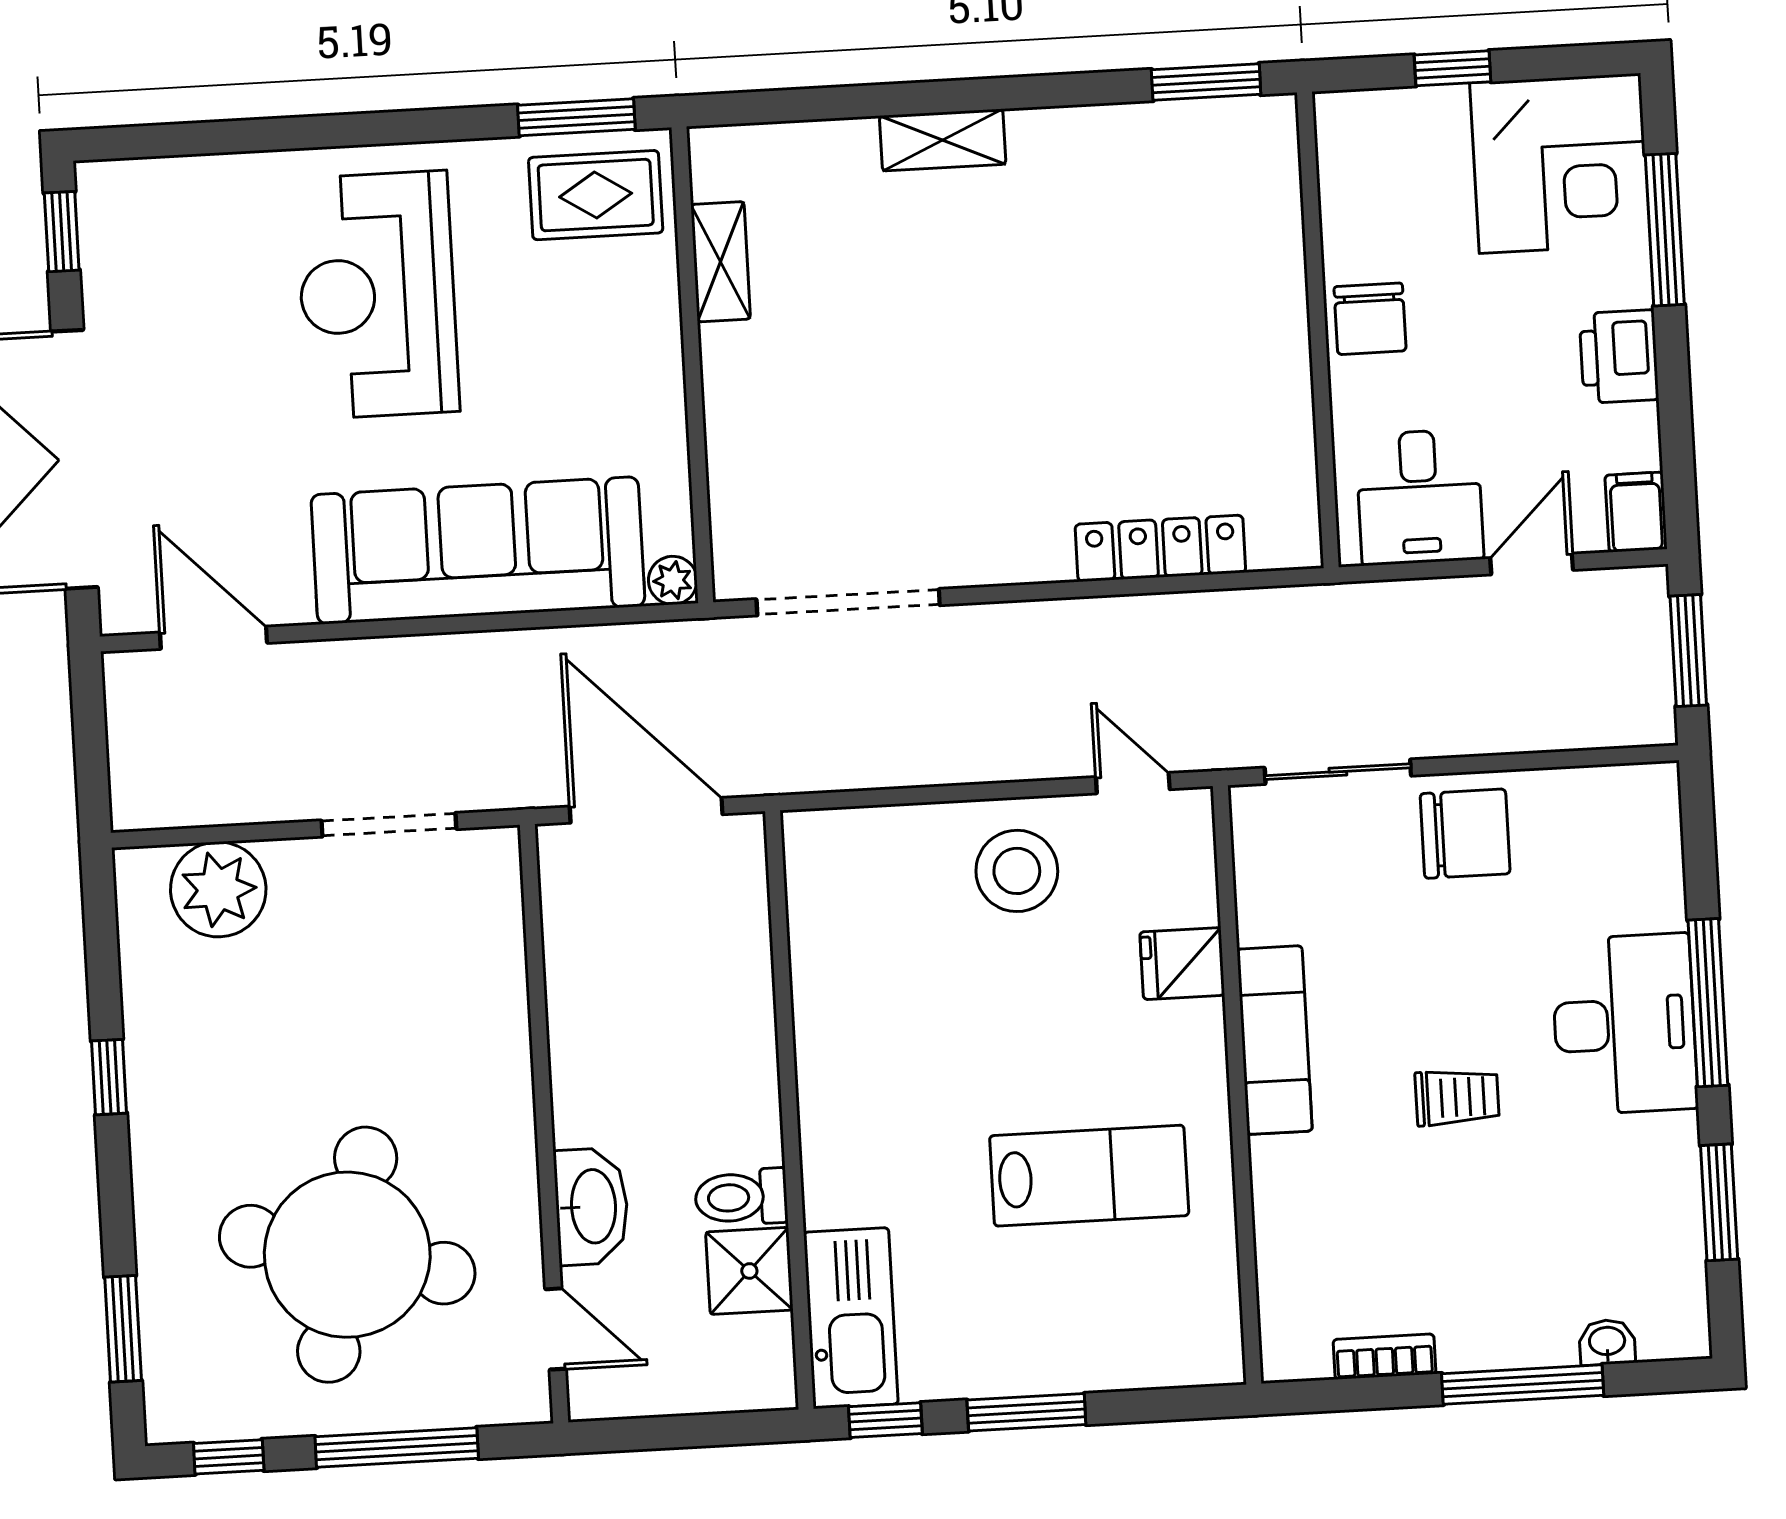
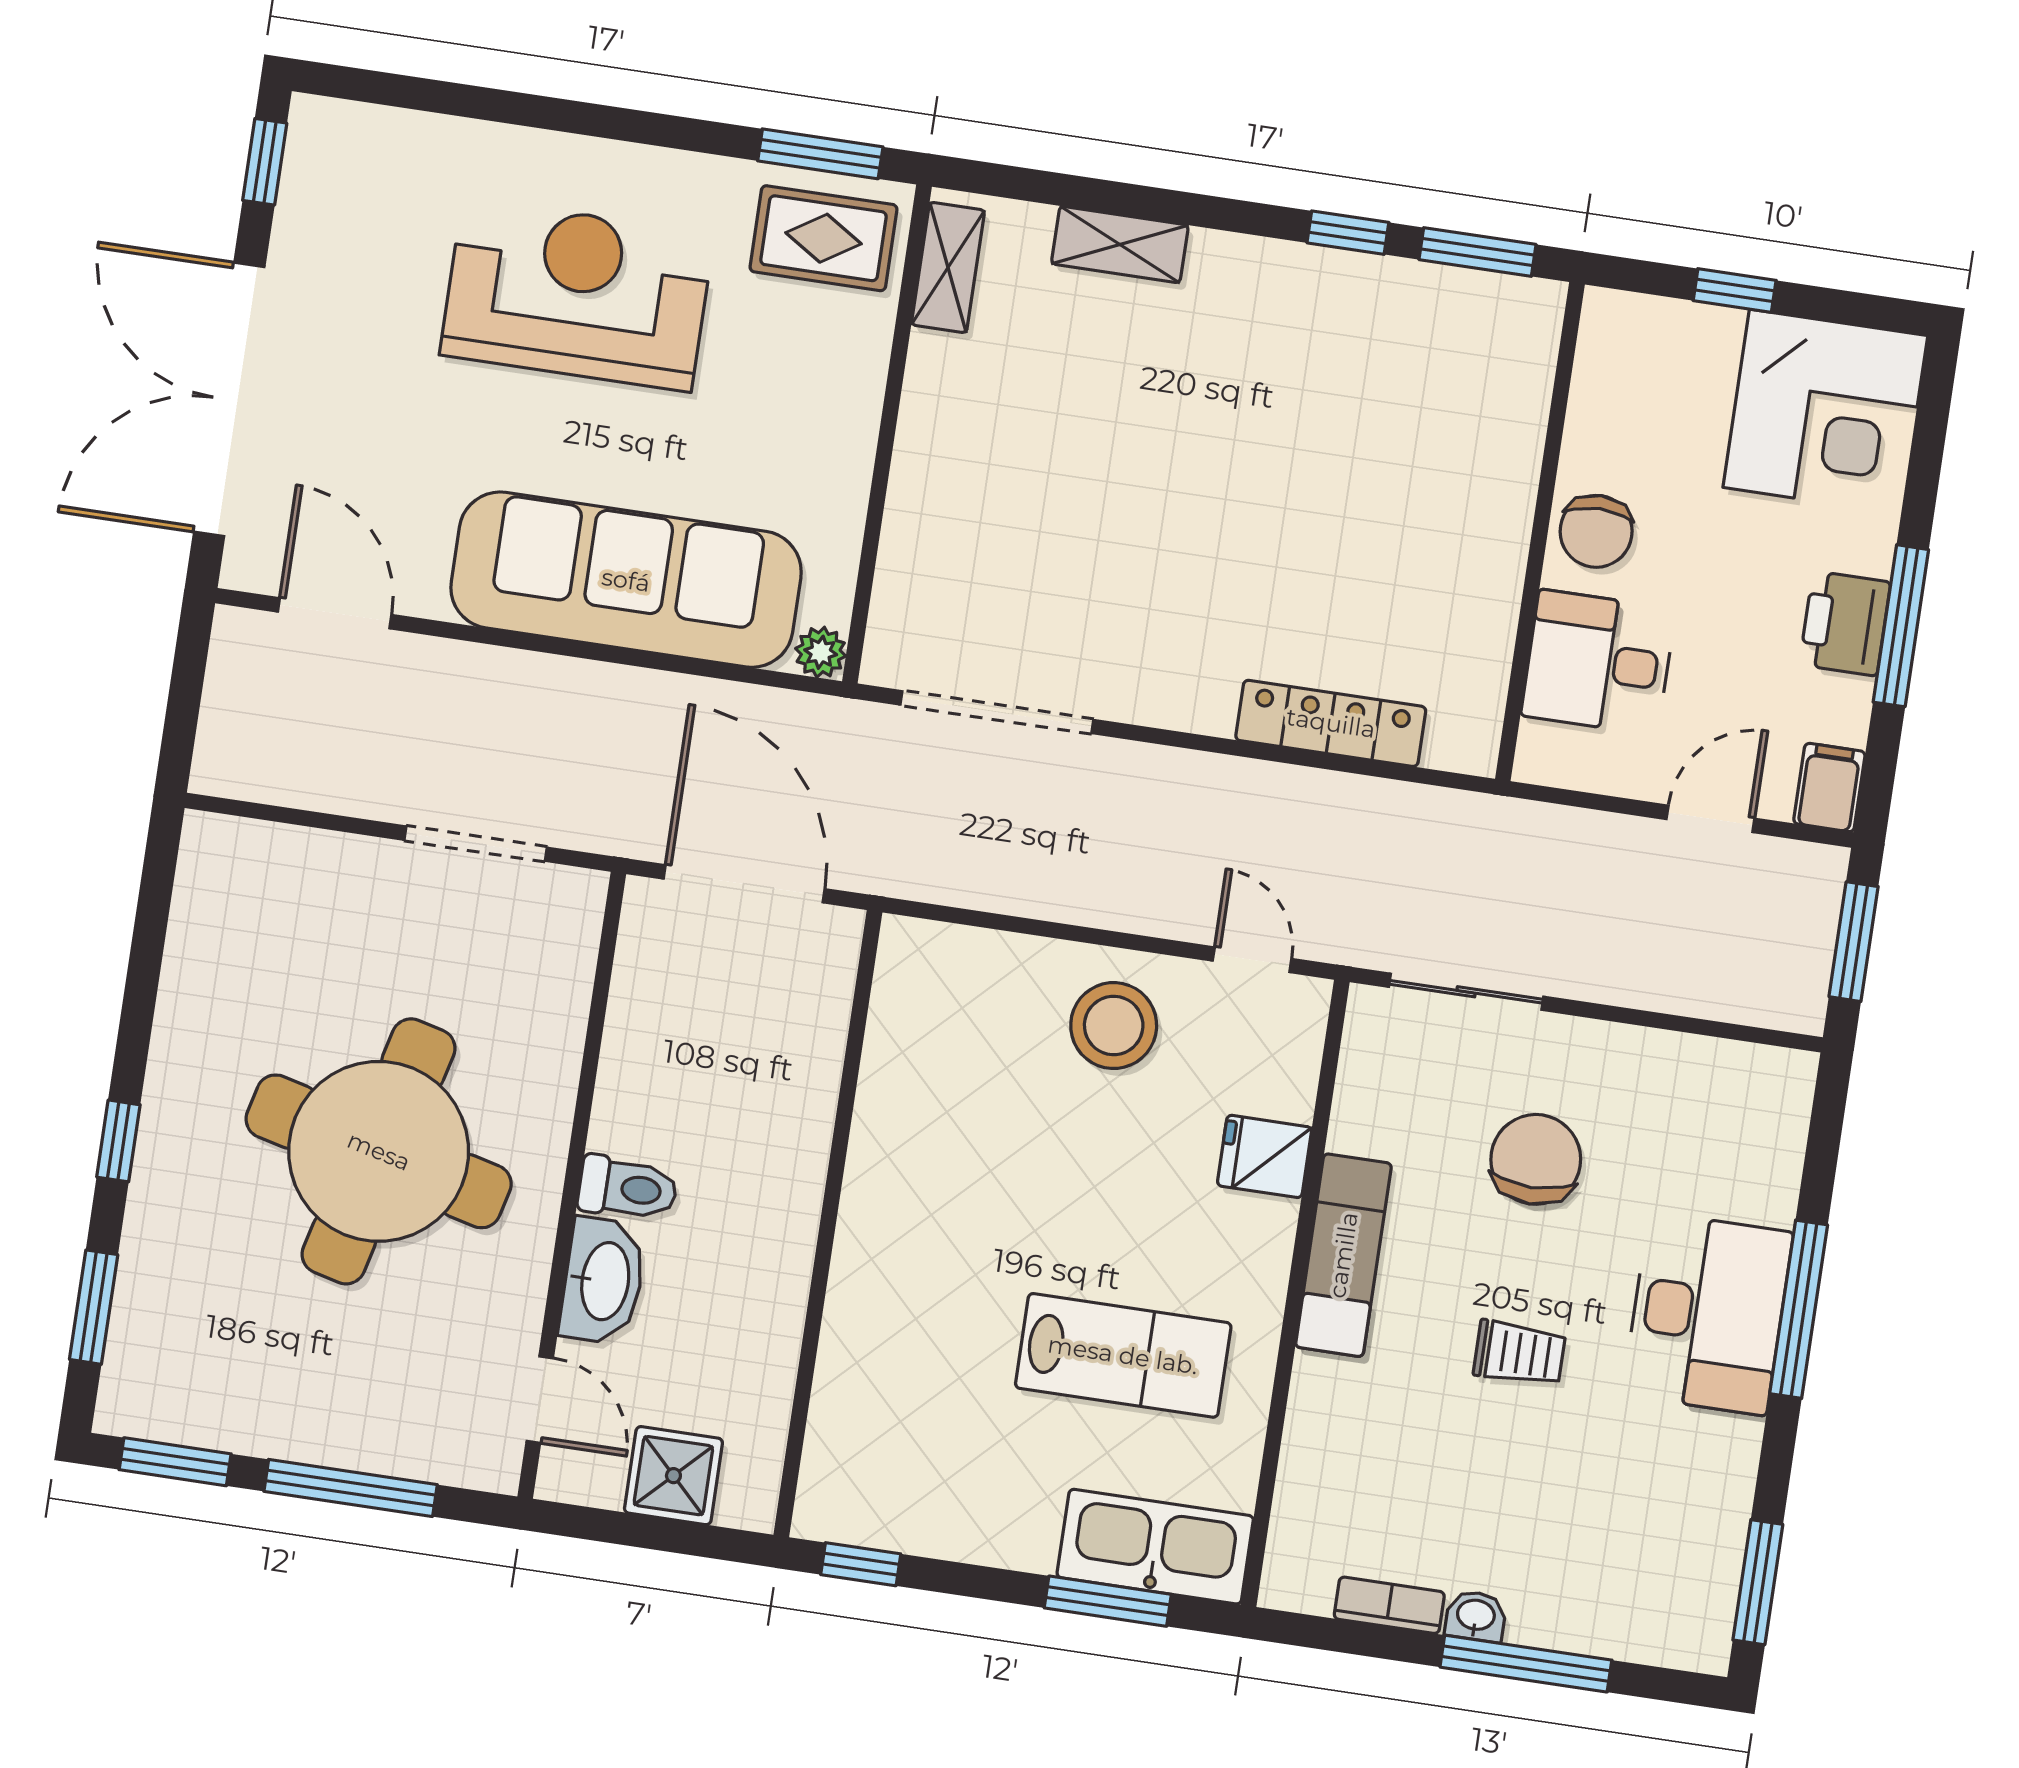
window: (1082, 89) -> (1348, 233), added
shelving: (943, 140) -> (1120, 245), moved
window: (1665, 230) -> (1901, 626), moved
shelving: (721, 262) -> (948, 267), moved
reception desk: (377, 295) -> (577, 294), turned 90
desk: (1420, 497) -> (1598, 662), moved, turned 90
chair: (1465, 834) -> (1536, 1159), moved, turned -90
plant: (218, 889) -> (286, 874), removed
window: (109, 1077) -> (118, 1141), moved
toilet: (741, 1197) -> (628, 1188), moved, turned 180
window: (1719, 1202) -> (1758, 1582), moved
round table: (347, 1255) -> (379, 1151), moved
shower: (749, 1271) -> (673, 1476), moved
kitchen sink: (851, 1318) -> (1155, 1547), moved, turned -90
washbasin: (1607, 1342) -> (1476, 1616), moved
window: (1026, 1412) -> (1108, 1601), moved
window: (229, 1457) -> (175, 1462), width x1.50

